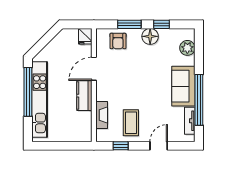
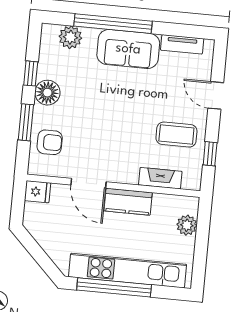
window: (199, 100) -> (113, 24), moved
plant: (73, 135) -> (187, 225), added

